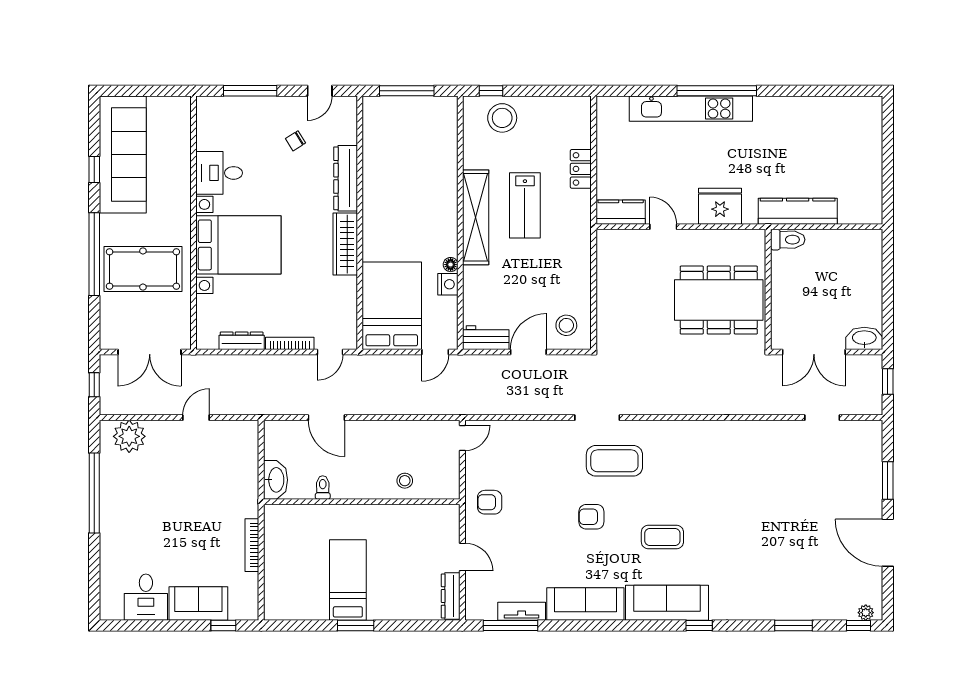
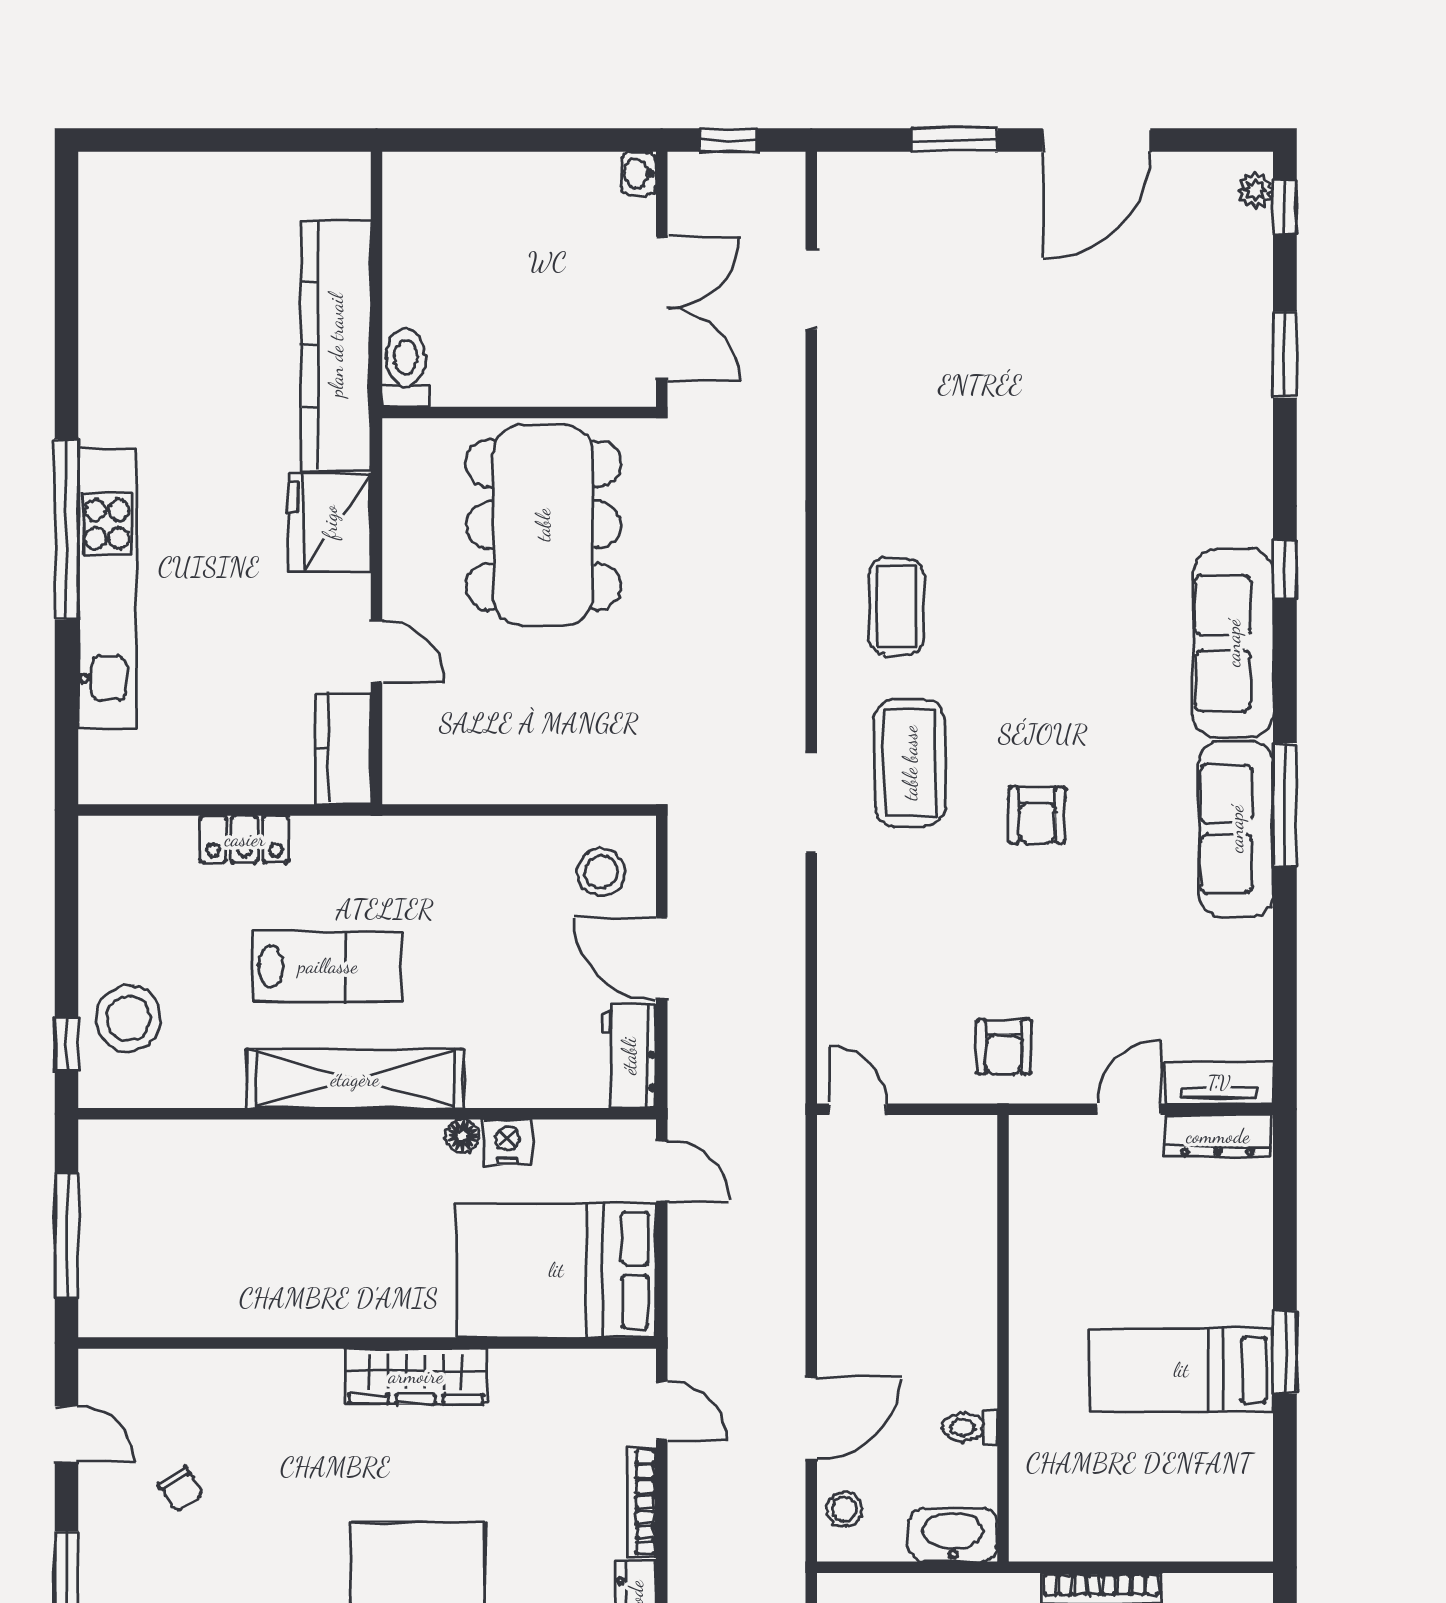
dresser: (346, 178) -> (266, 1375), removed
kitchen counter: (798, 211) -> (336, 345), width x1.39, depth x1.17
door: (663, 227) -> (376, 652), swing flipped
washbasin: (864, 338) -> (638, 174), width x0.52, depth x0.69
stool: (405, 481) -> (844, 1509), moved
coffee table: (662, 537) -> (896, 607), moved
tv unit: (522, 611) -> (1219, 1083), moved, turned 90
window: (511, 626) -> (1285, 805), moved

